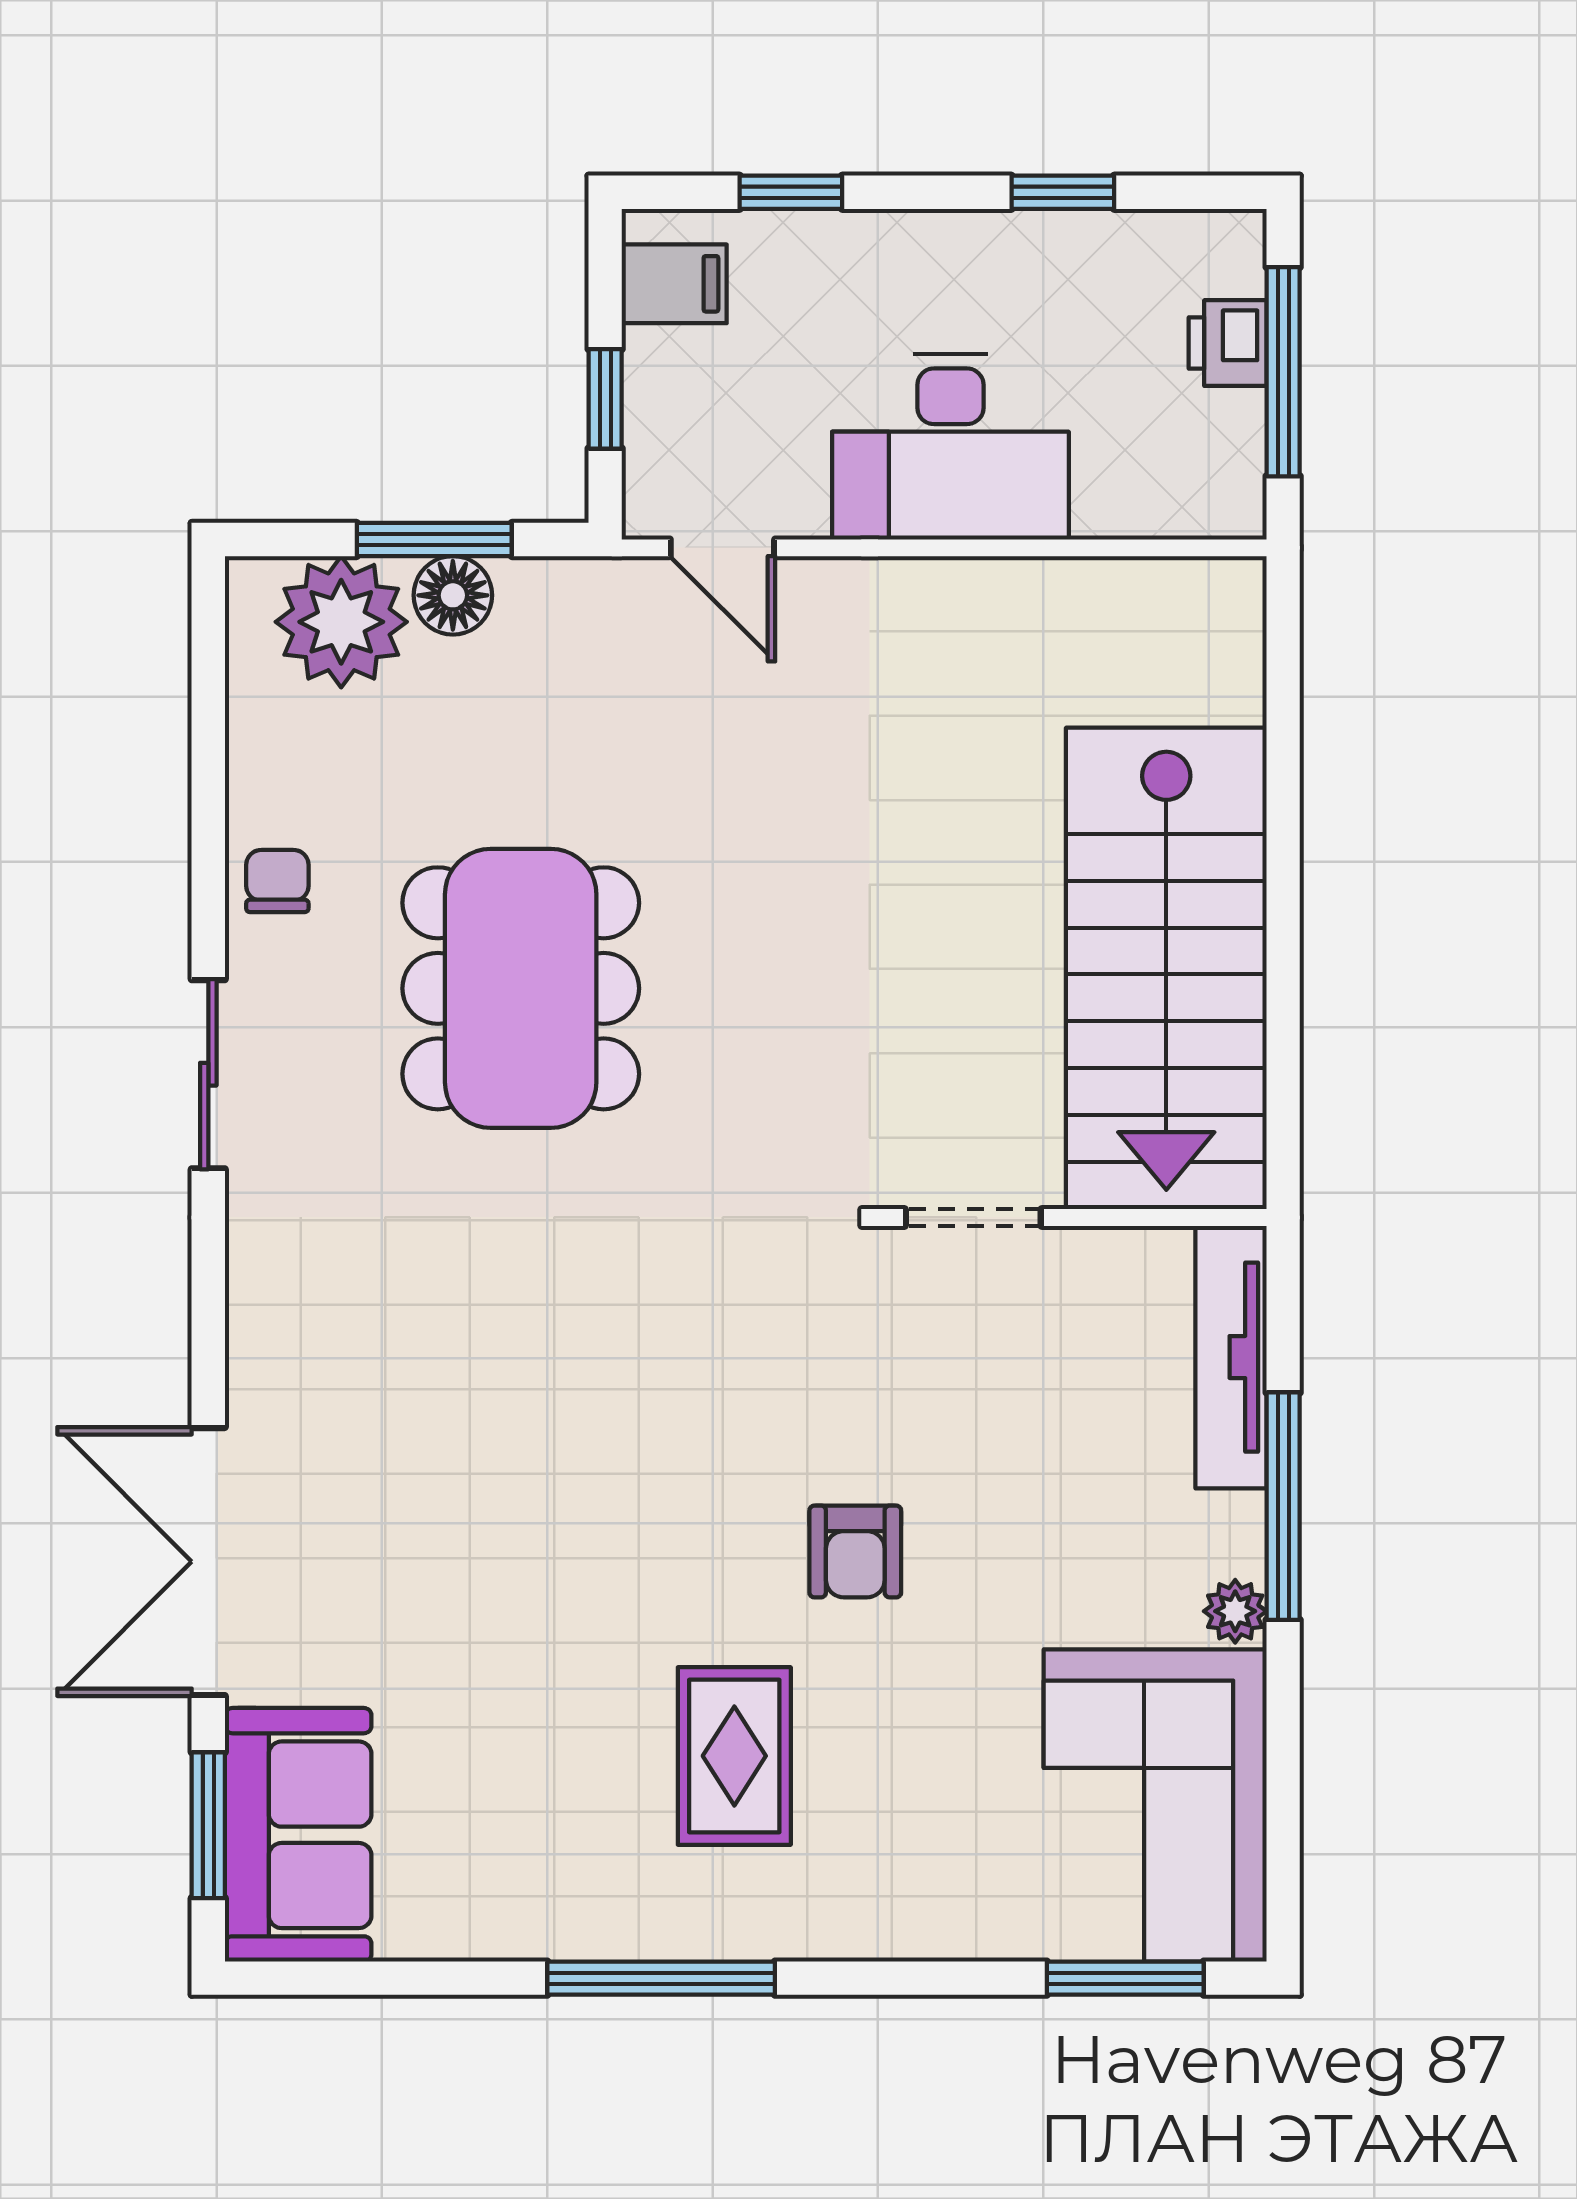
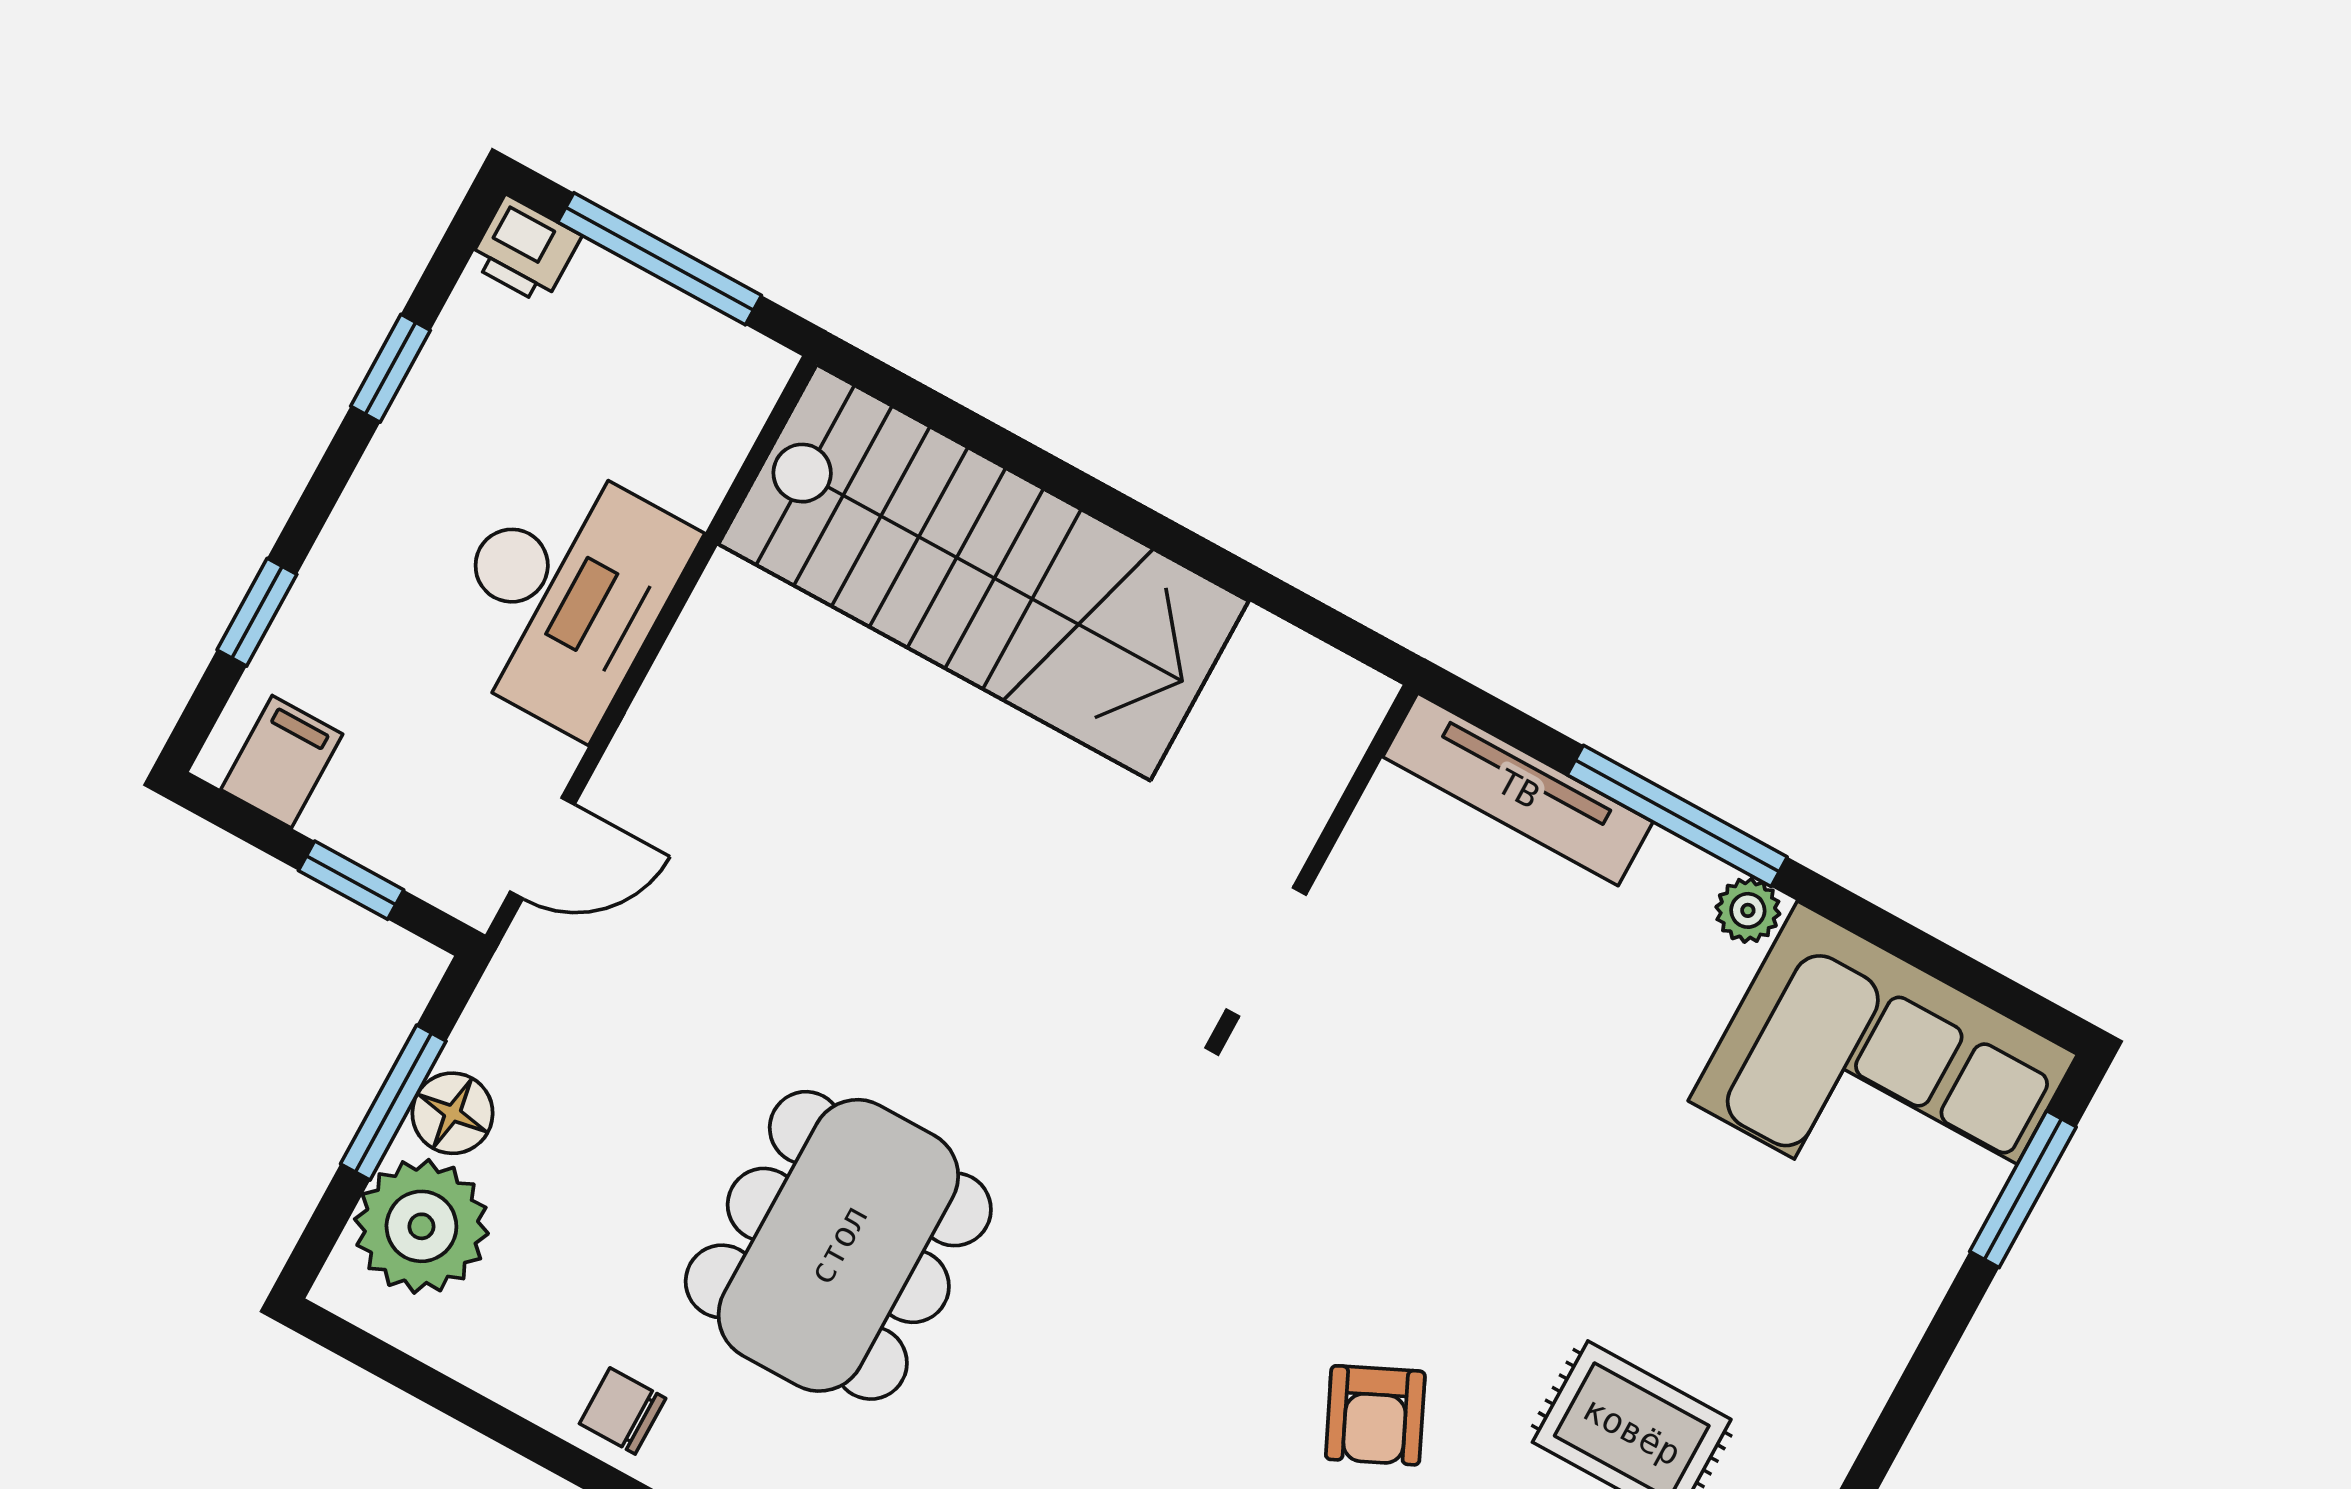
printer: (1228, 343) -> (525, 250), moved
stairs: (1166, 968) -> (984, 572), moved
dining table: (521, 988) -> (838, 1245), turned 90
armchair: (855, 1551) -> (1375, 1415), moved, turned 65

